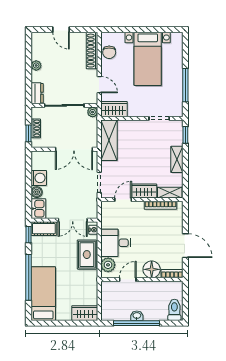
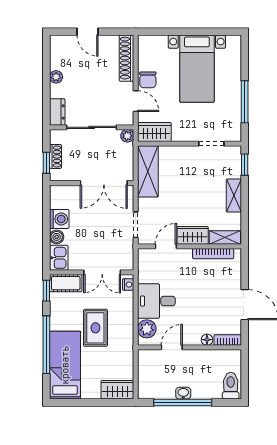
chair: (109, 52) -> (148, 80), moved
rug: (87, 255) -> (95, 328), moved
floor lamp: (152, 269) -> (207, 340), width x0.53, depth x0.53

